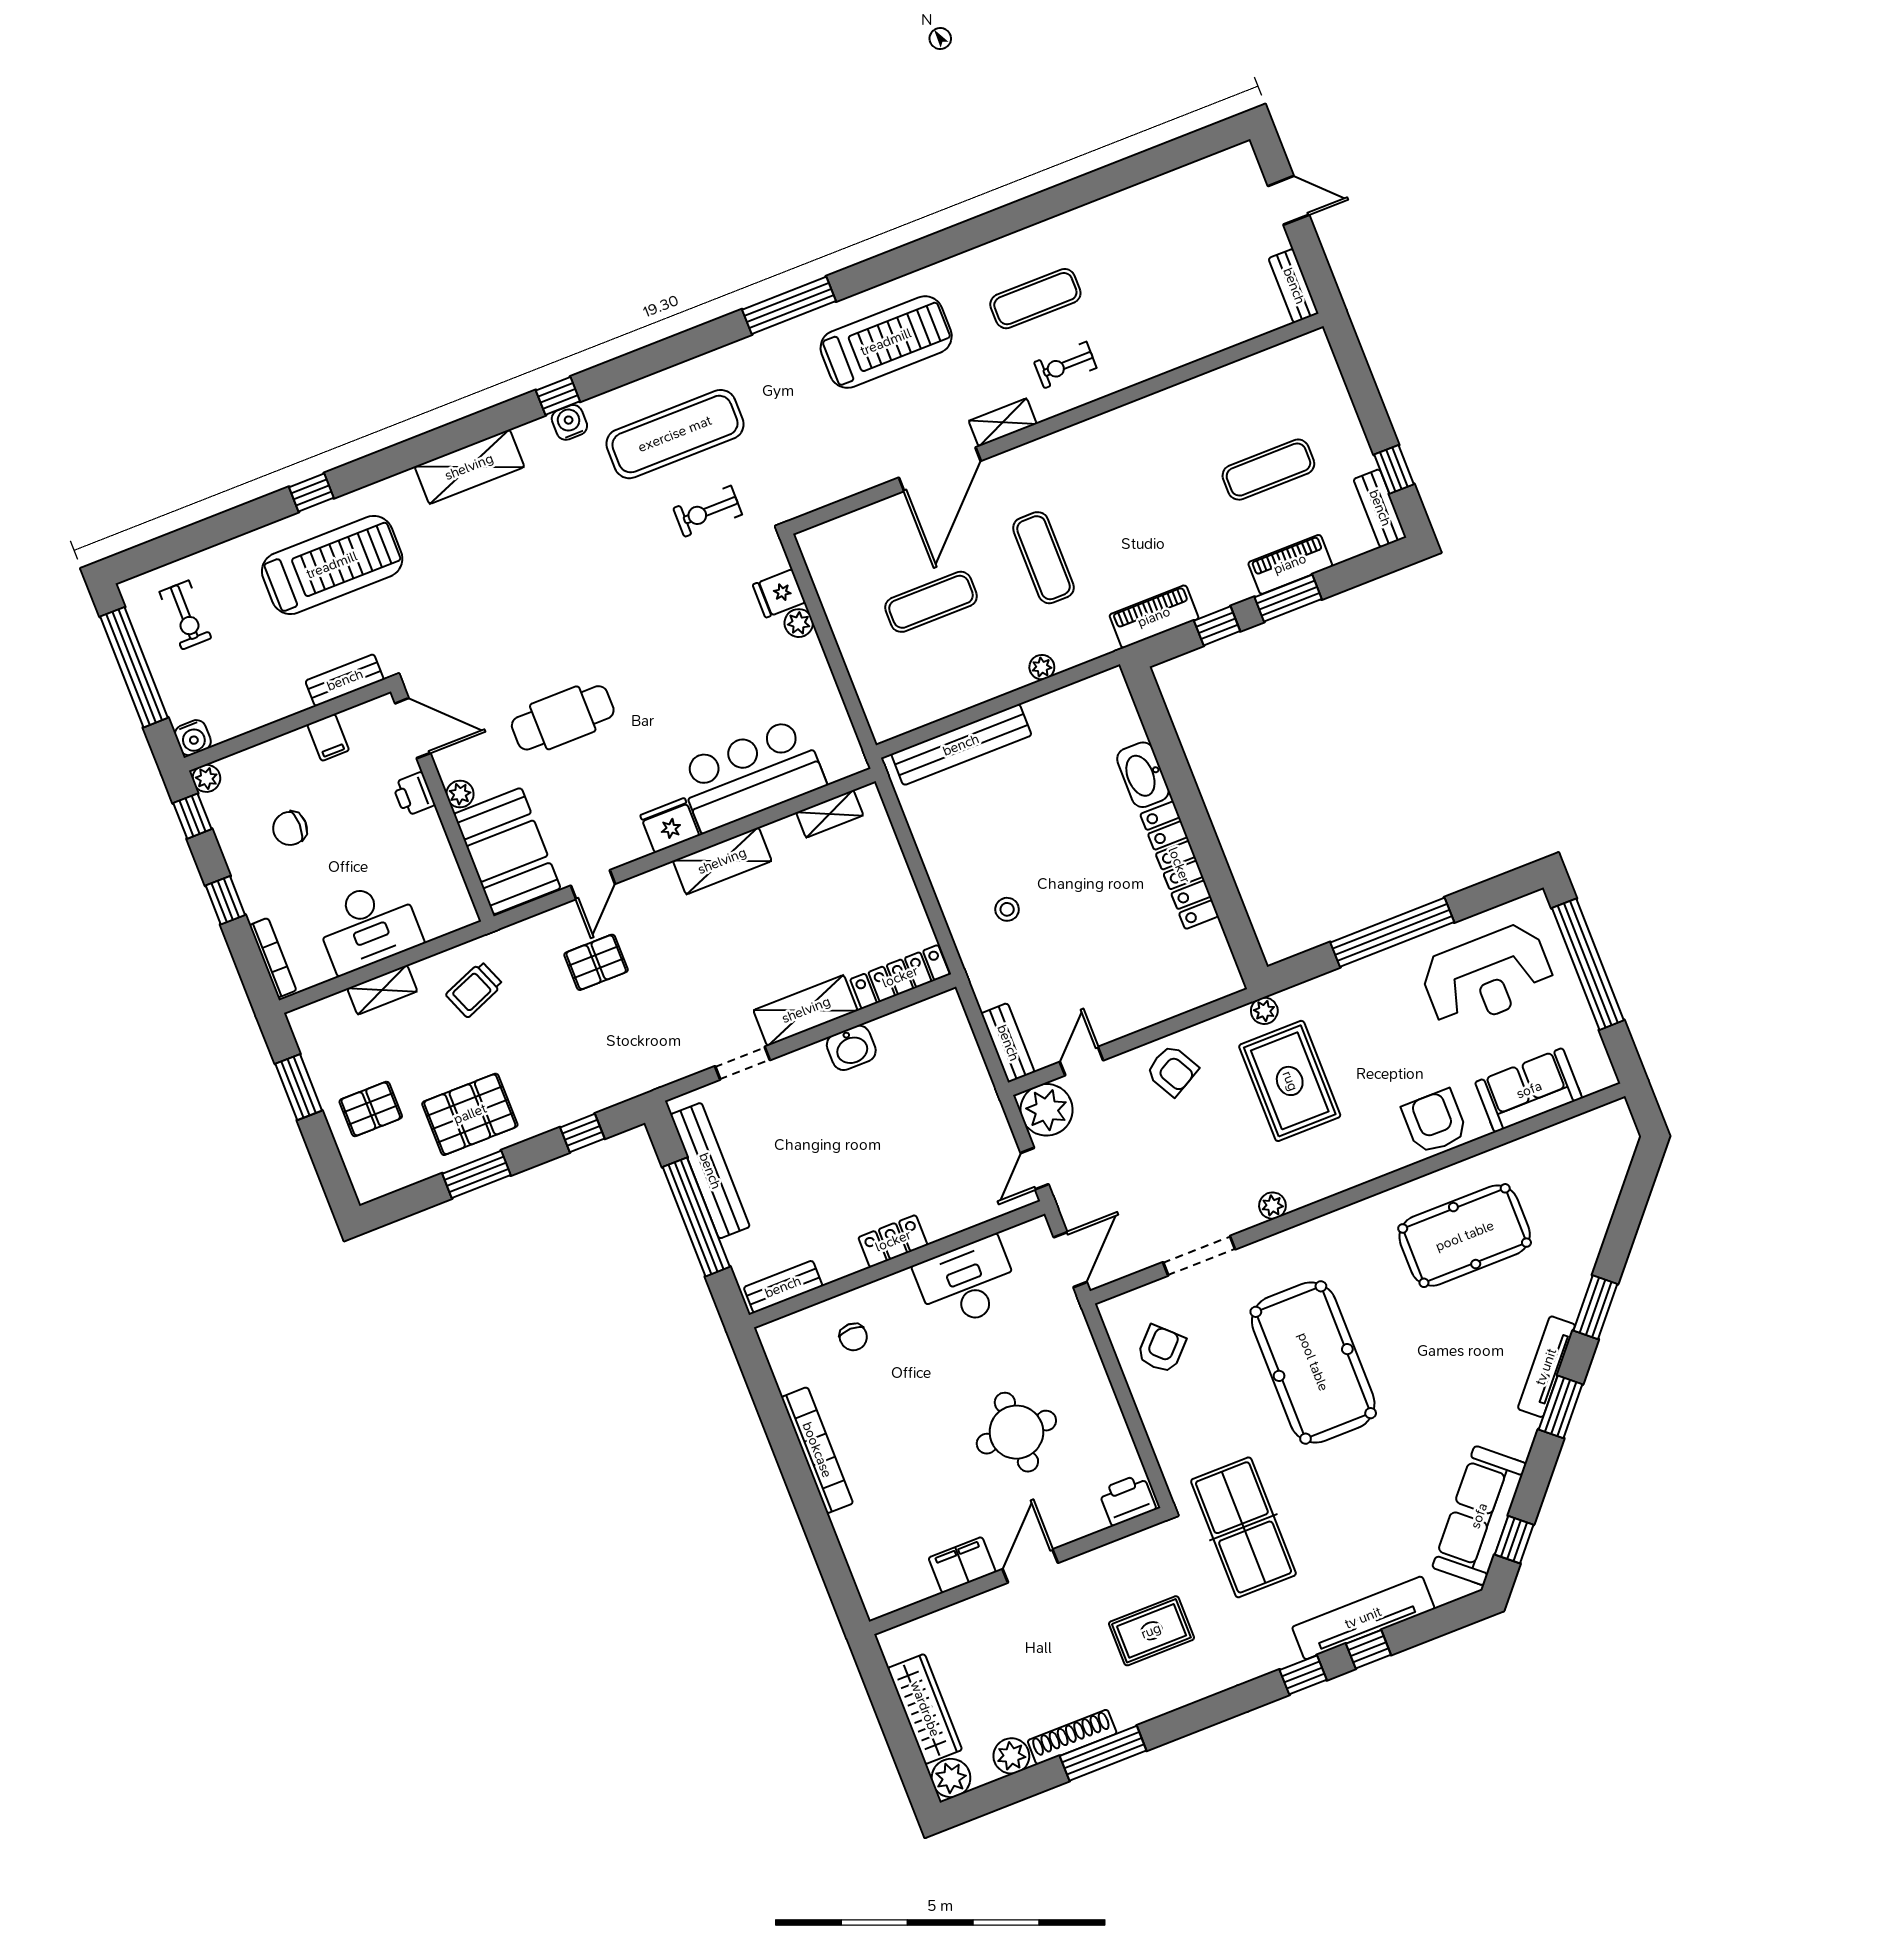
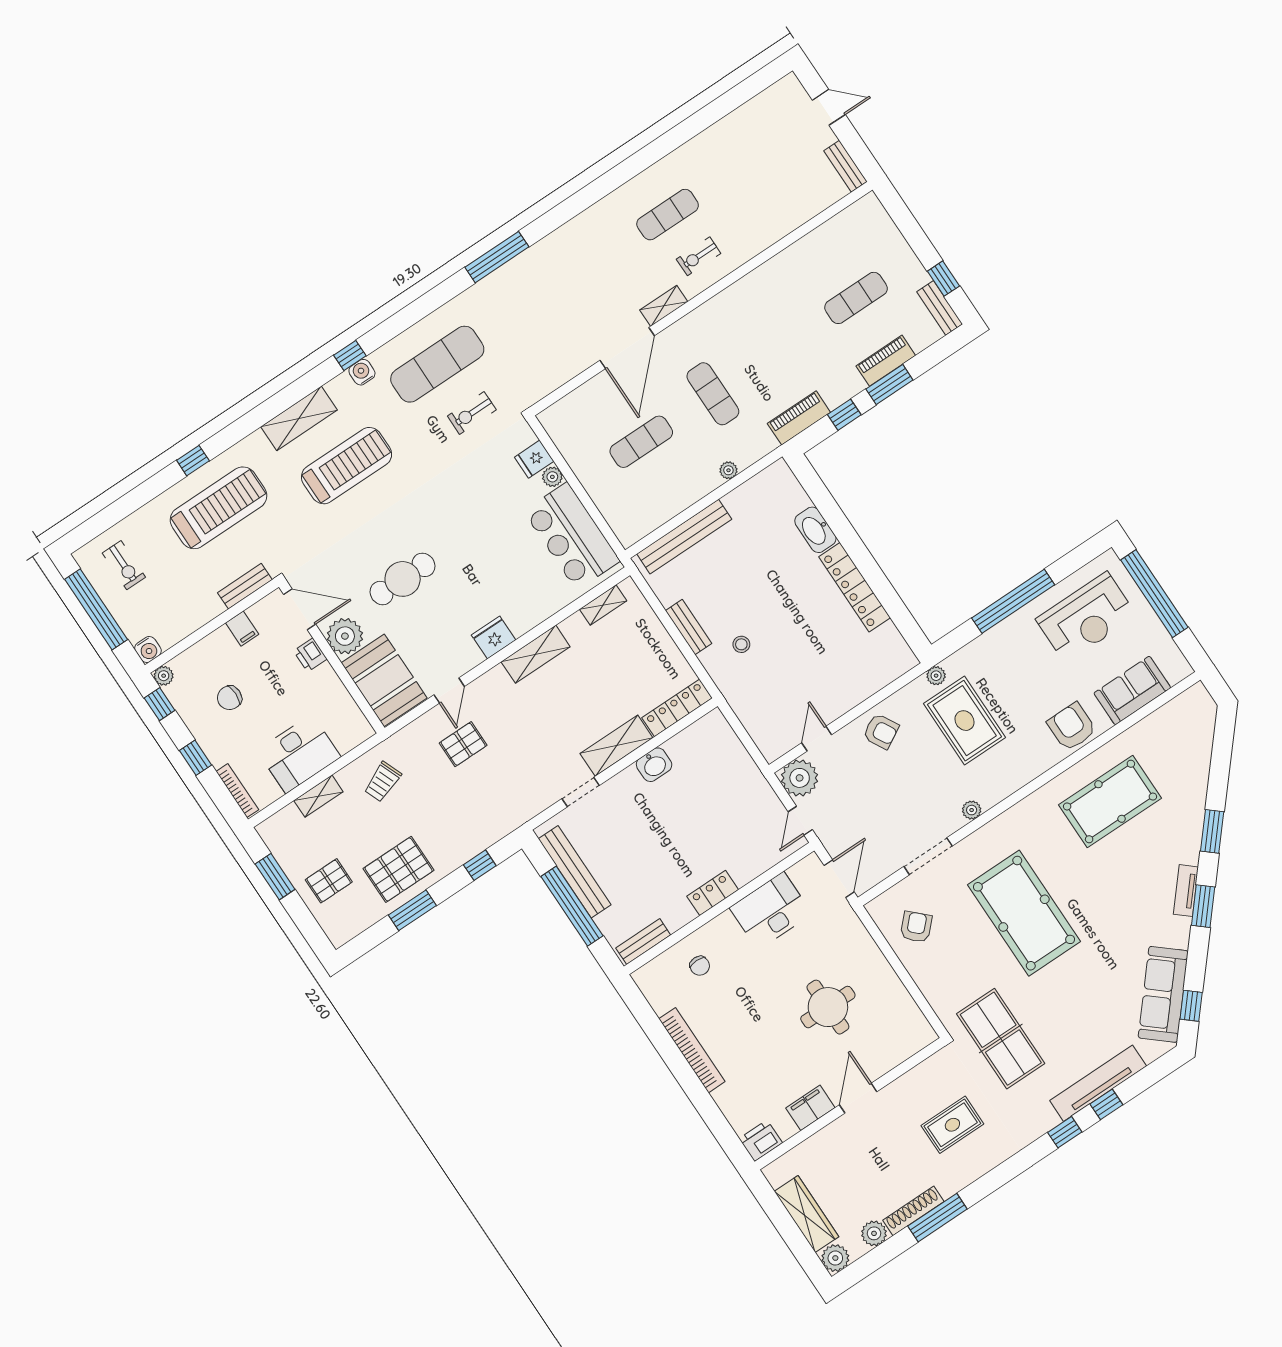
treadmill: (886, 342) -> (347, 466), moved
bar counter: (751, 775) -> (572, 536), moved, turned -90
plant: (460, 794) -> (345, 636), width x1.87, depth x1.87
bench: (1008, 1043) -> (689, 627), moved
tv unit: (1546, 1367) -> (1186, 891), width x0.71
printer: (1127, 1500) -> (761, 1141), moved

